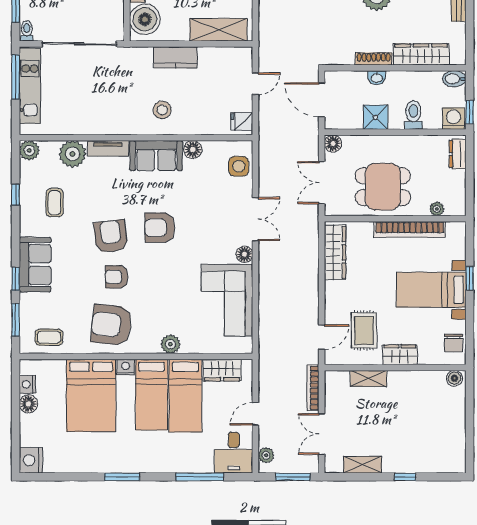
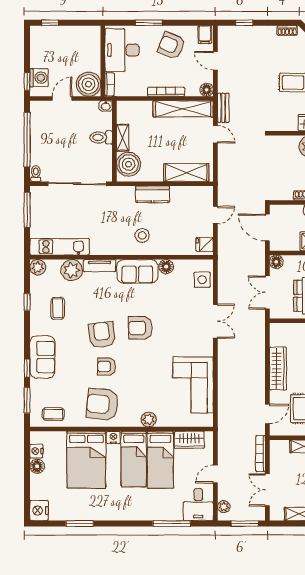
kitchen unit: (30, 86) -> (60, 247), moved, turned -90
wardrobe: (335, 252) -> (278, 368), moved
floor lamp: (244, 254) -> (207, 349), removed
window: (122, 477) -> (80, 524), moved

